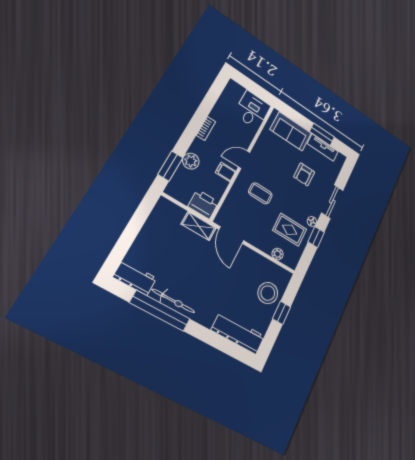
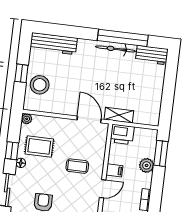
plant: (278, 254) -> (27, 119), moved

